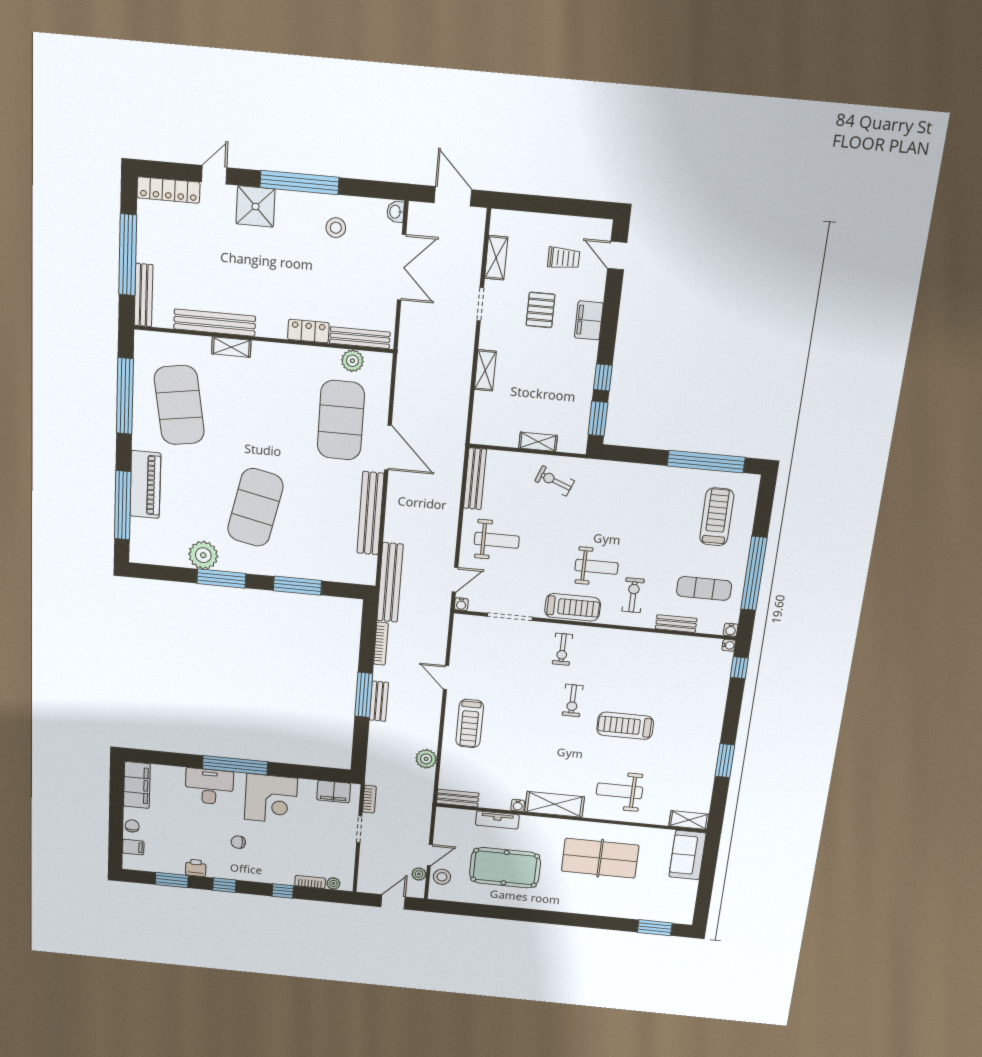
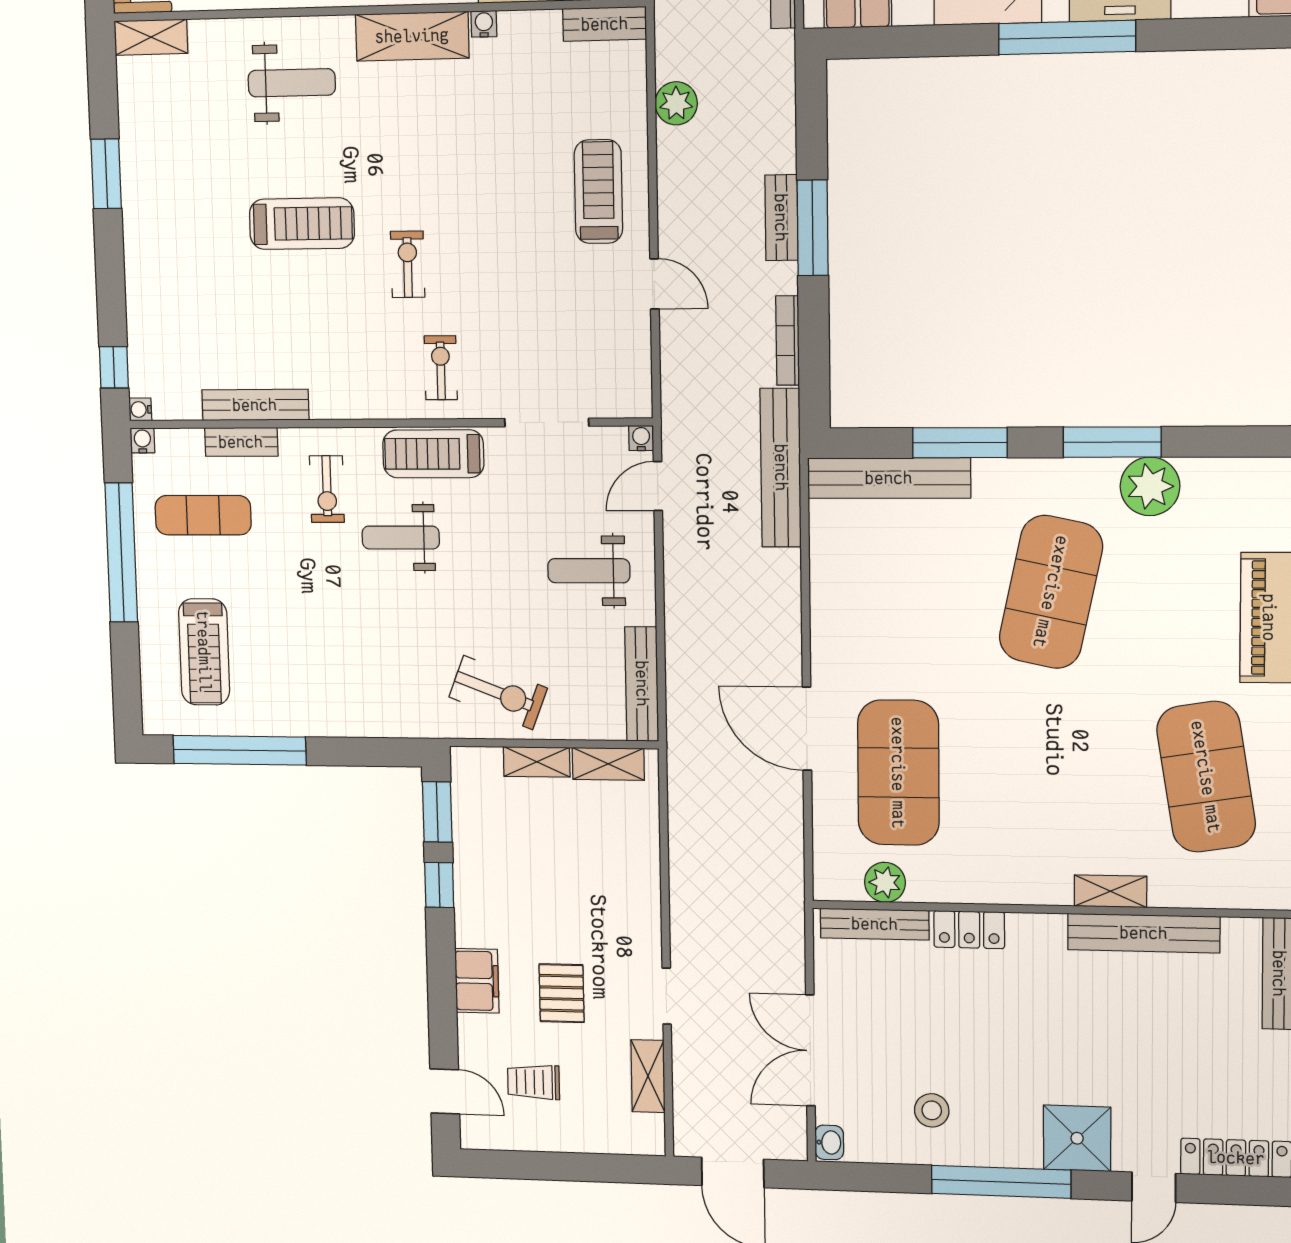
shelving: (485, 370) -> (608, 764), moved, turned 90
exercise bike: (555, 481) -> (498, 693), width x1.38, depth x1.39
bench: (370, 513) -> (889, 478), moved, turned 90
bench: (665, 641) -> (255, 405), added

